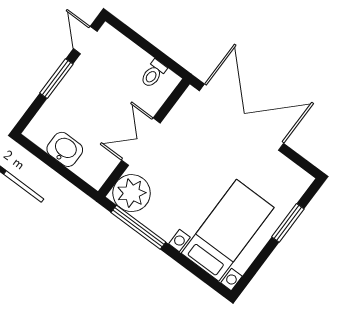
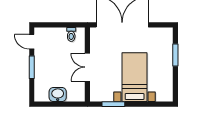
plant: (132, 193) -> (100, 92), removed
window: (138, 227) -> (113, 104), width x0.69
bed with nightstands: (228, 230) -> (135, 77), moved

